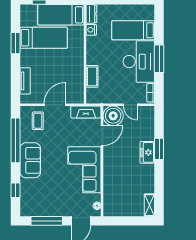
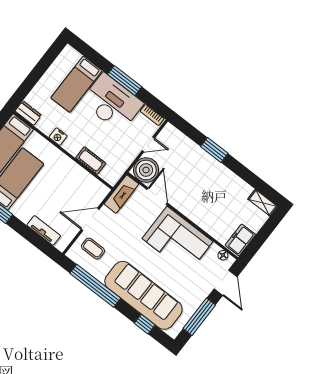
nightstand: (91, 30) -> (58, 137), moved
door: (55, 105) -> (90, 219), hinge flipped
freezer: (147, 152) -> (240, 240), moved, turned 90
sofa: (30, 160) -> (143, 295), width x1.85, depth x1.27

